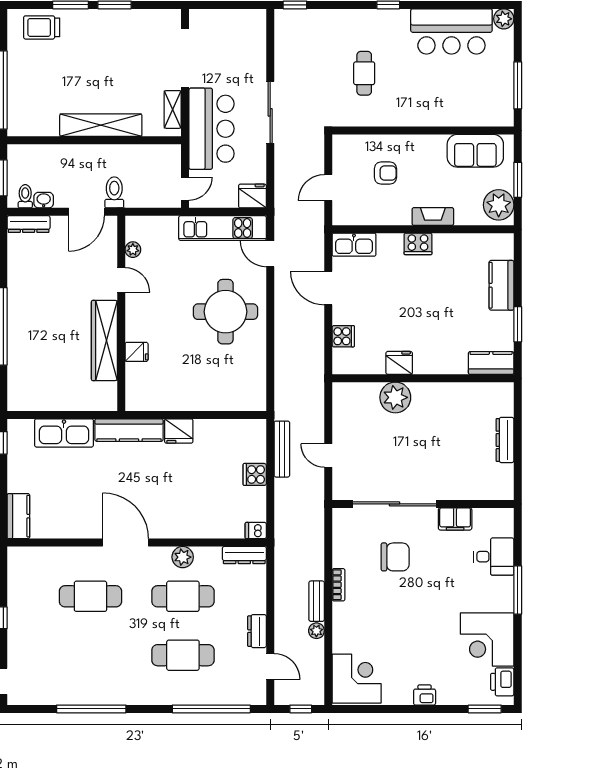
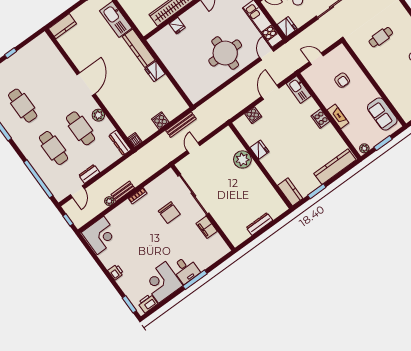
plant: (499, 205) -> (364, 148), width x0.53, depth x0.53
kitchen counter: (501, 285) -> (335, 167), width x1.50
desk: (494, 557) -> (186, 270), moved
cafe table: (90, 596) -> (23, 106), moved

